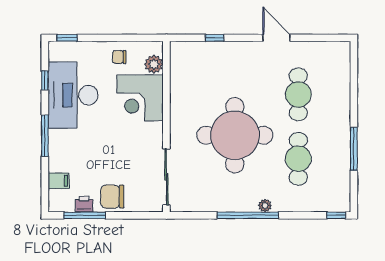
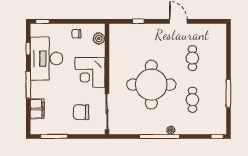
cafe table: (298, 94) -> (192, 58), width x0.73, depth x0.74
corner desk: (140, 98) -> (90, 72), moved
cafe table: (298, 159) -> (192, 100), width x0.73, depth x0.74
filing cabinet: (59, 181) -> (37, 109), width x2.00
chair: (112, 197) -> (81, 112), moved
printer: (84, 204) -> (54, 129), removed

